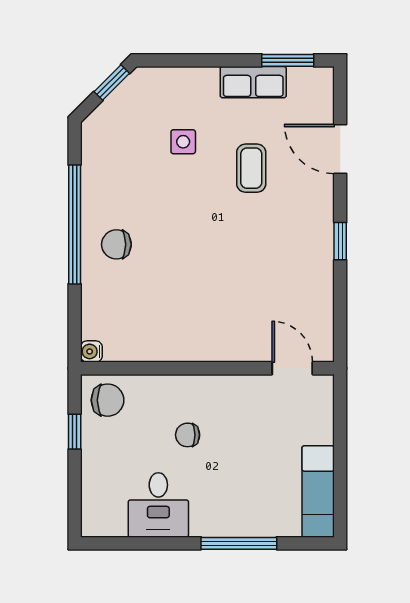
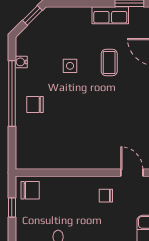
side table: (183, 142) -> (70, 66), moved
water cooler: (91, 351) -> (21, 62), moved
chair: (188, 435) -> (106, 196), moved

